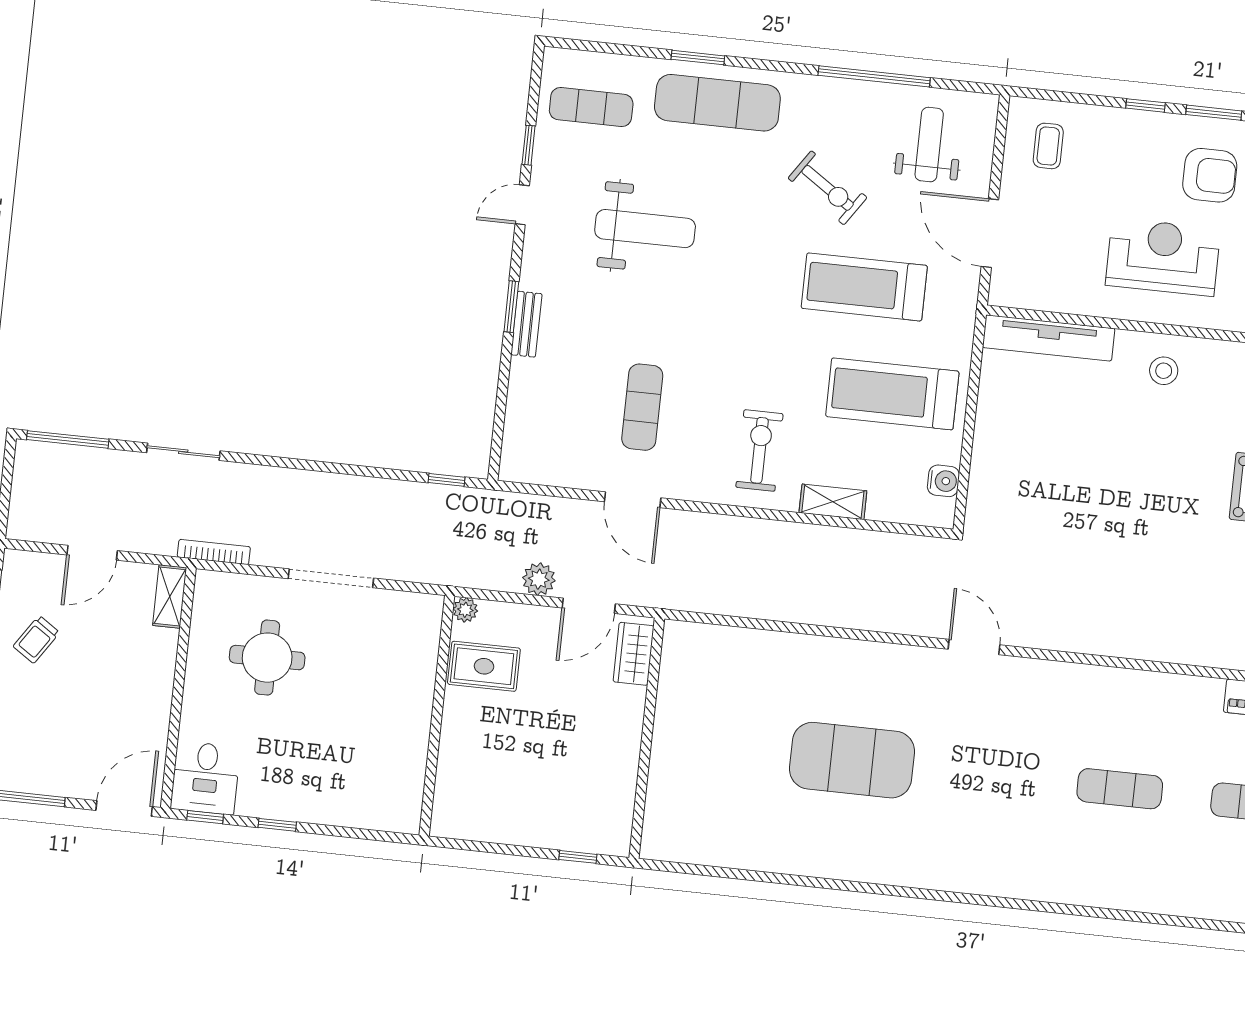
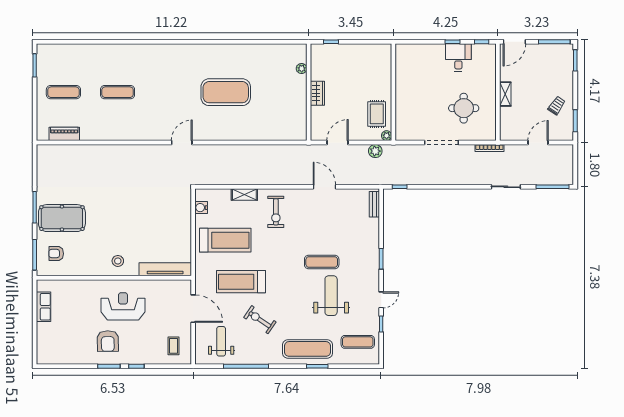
weight bench: (929, 145) -> (221, 341), turned 180
armchair: (1210, 175) -> (108, 341), turned -91
weight bench: (645, 229) -> (331, 296), turned 90
reception desk: (1163, 257) -> (123, 306), turned 180
treadmill: (864, 287) -> (241, 282), turned 180
bench: (526, 324) -> (374, 204), moved
exercise mat: (642, 407) -> (322, 262), moved, turned 90
plant: (539, 579) -> (375, 151), moved
shelving: (170, 596) -> (505, 94), moved
door: (974, 647) -> (182, 143), swing flipped
wardrobe: (634, 654) -> (317, 93), moved
rug: (484, 666) -> (377, 114), turned 90
desk: (205, 778) -> (458, 57), moved
plant: (658, 799) -> (302, 68), added

